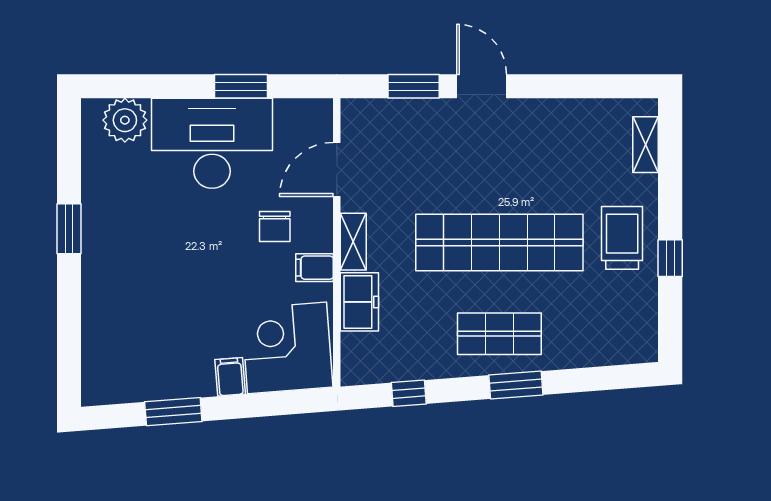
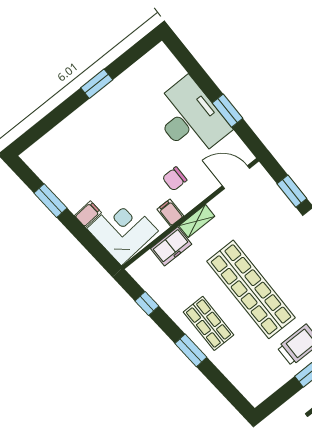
plant: (125, 120) -> (168, 69), removed
door: (337, 169) -> (236, 177), moved

